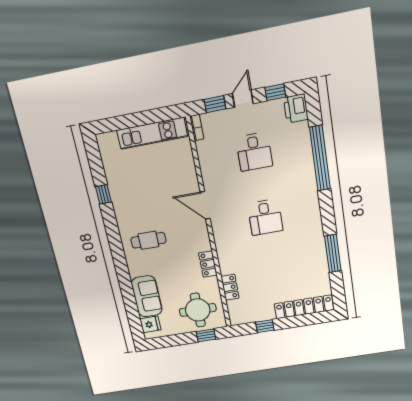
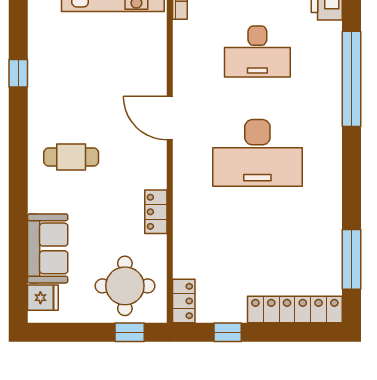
desk: (254, 152) -> (257, 52), width x1.37
desk: (265, 217) -> (257, 153), width x1.87, depth x1.30
window: (333, 253) -> (352, 259), moved
locker: (230, 287) -> (184, 301), moved

